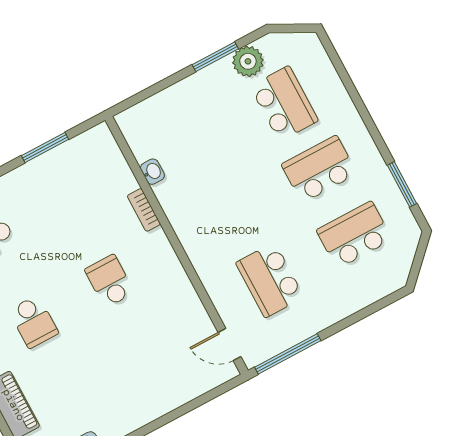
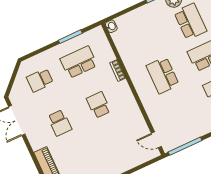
washbasin: (152, 172) -> (111, 26), moved
school desk: (65, 198) -> (79, 62), added
school desk: (270, 280) -> (163, 75), moved

